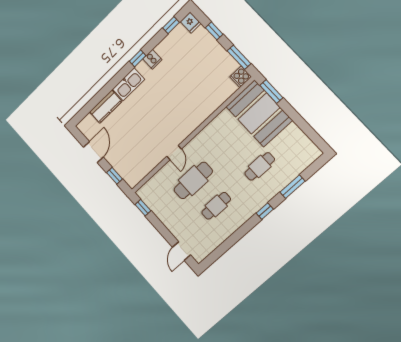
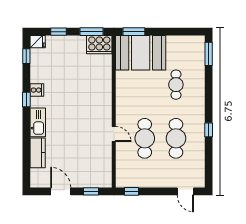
cooker: (241, 77) -> (99, 45), width x1.87, depth x1.31
window: (292, 187) -> (209, 54), moved
cafe table: (216, 206) -> (176, 138), width x1.37, depth x1.35
window: (265, 211) -> (209, 130), moved

